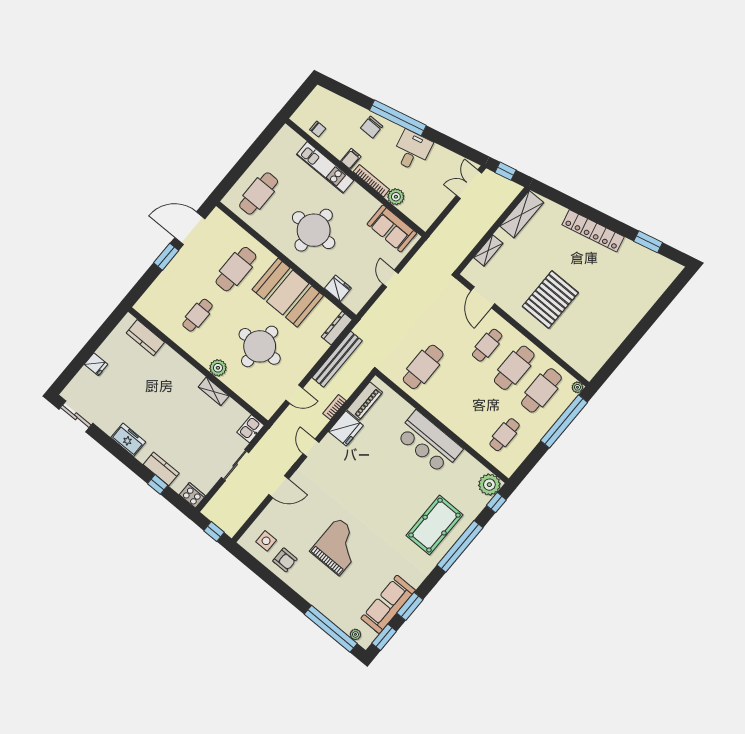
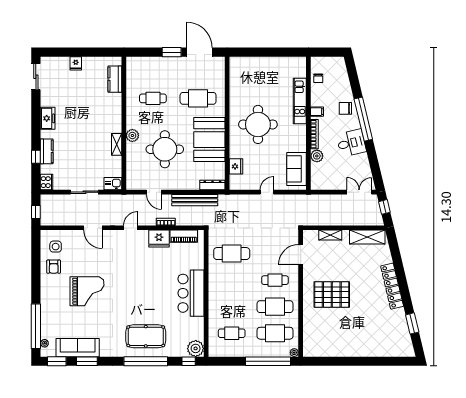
cafe table: (259, 193) -> (253, 75), removed

